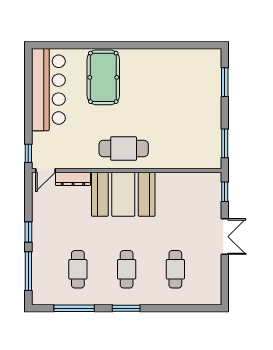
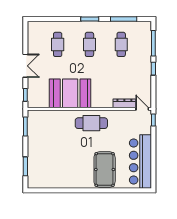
door: (46, 170) -> (142, 109), hinge flipped
booth: (123, 194) -> (70, 93), moved
double door: (225, 237) -> (25, 66), swing flipped

